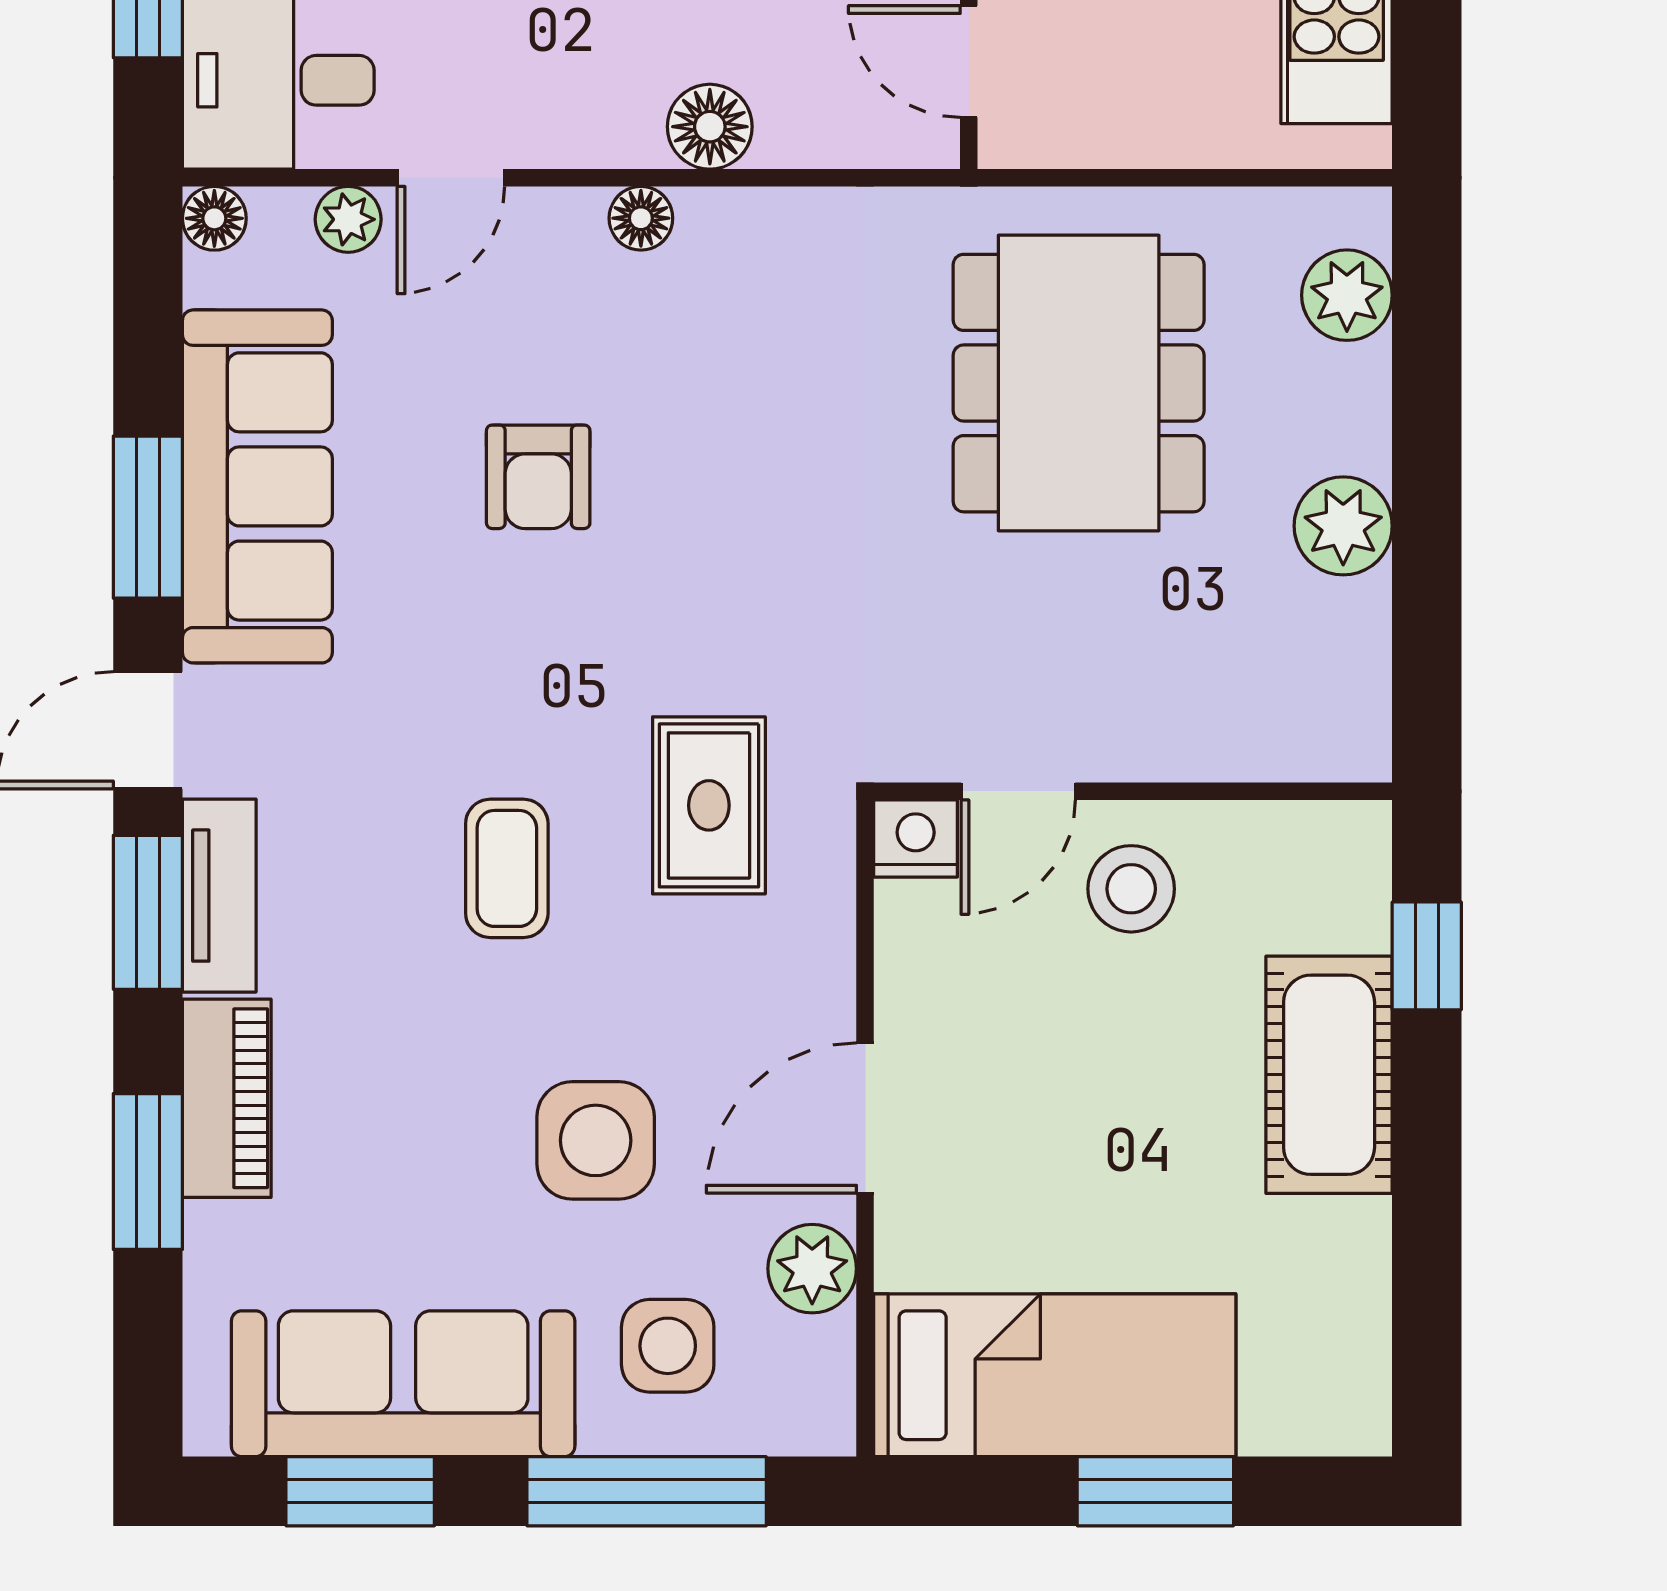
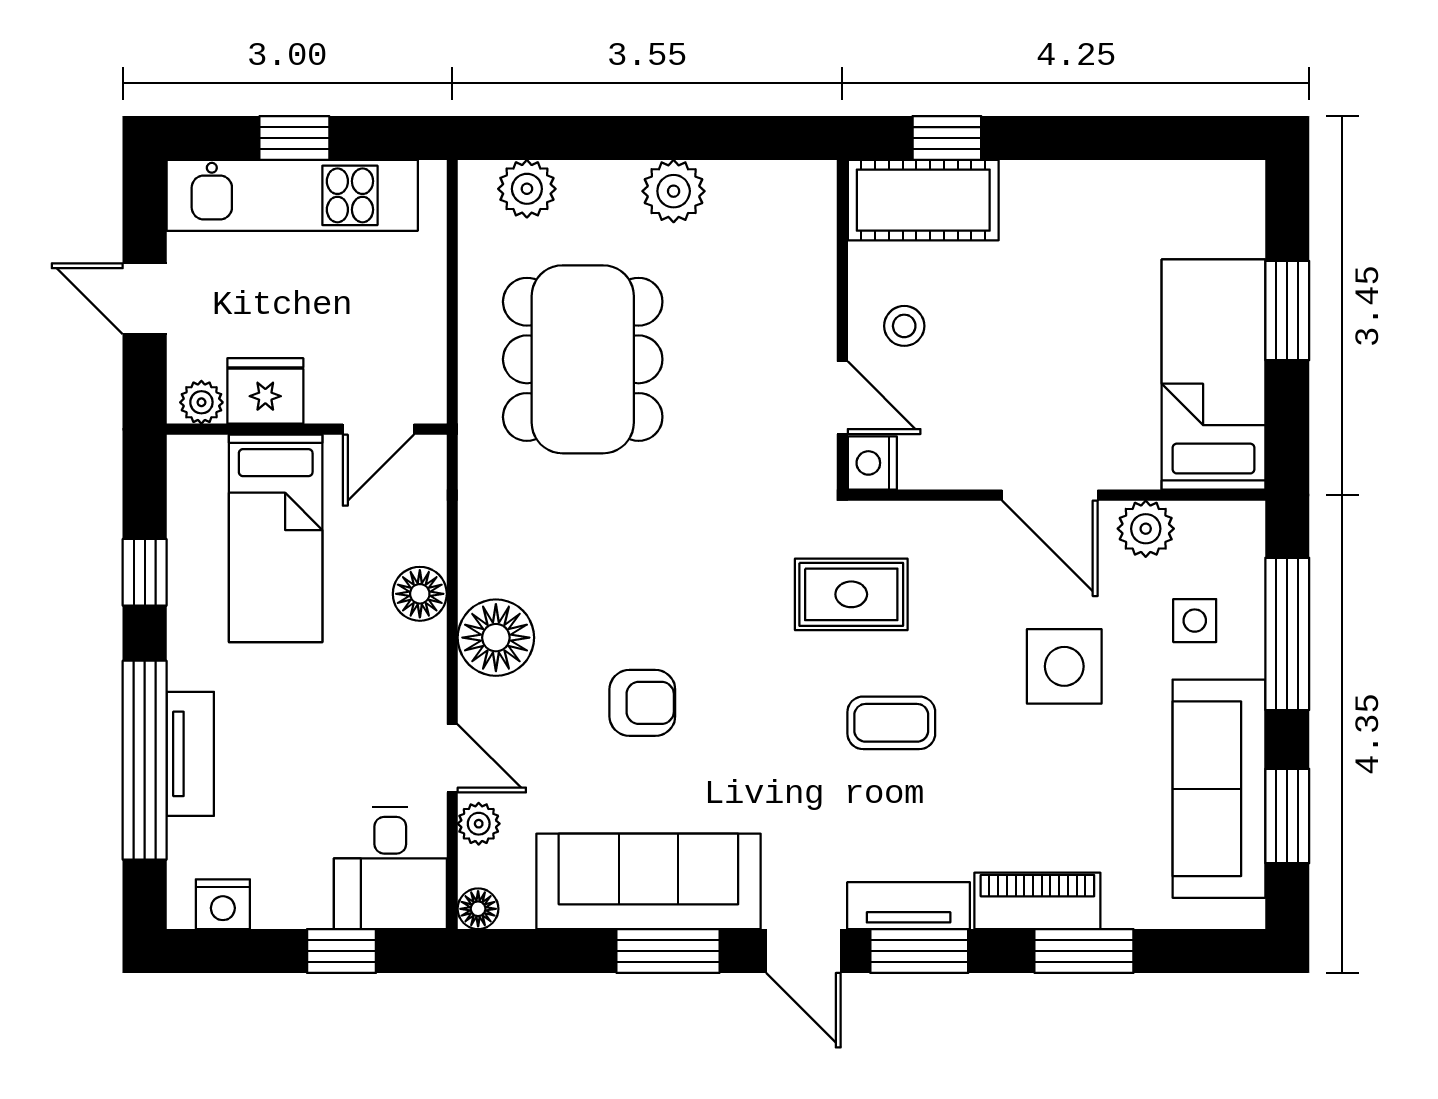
floor lamp: (641, 218) -> (496, 638), width x1.89, depth x1.89
dining table: (1079, 383) -> (583, 359), turned 90
stool: (1131, 889) -> (904, 326), width x0.73, depth x0.73
cot: (1329, 1075) -> (923, 200), moved
side table: (668, 1346) -> (1195, 621), width x0.73, depth x0.73

